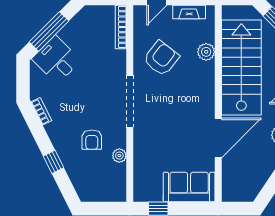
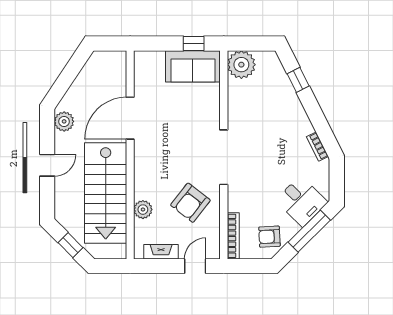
armchair: (92, 140) -> (269, 237), moved, turned -93
plant: (119, 156) -> (241, 65), moved, width x1.87, depth x1.87
window: (53, 162) -> (298, 80), moved
sofa: (189, 187) -> (193, 66), moved

